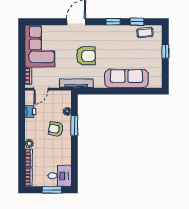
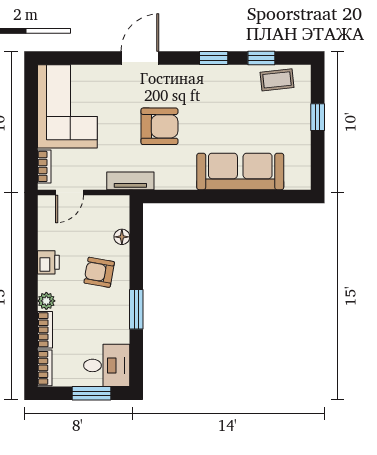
tv unit: (76, 83) -> (130, 181), width x0.71
printer: (30, 111) -> (48, 262), moved
window: (74, 125) -> (136, 309), moved

